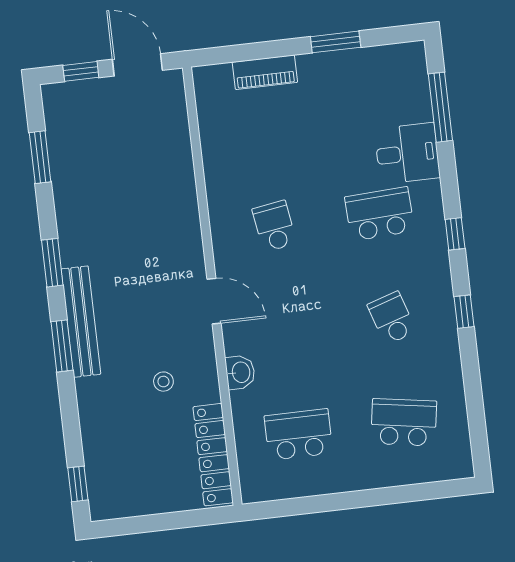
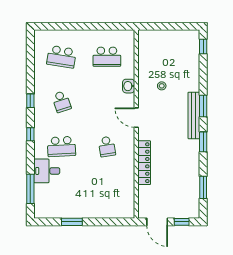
piano: (265, 72) -> (103, 212), removed
locker: (213, 455) -> (144, 163), moved

